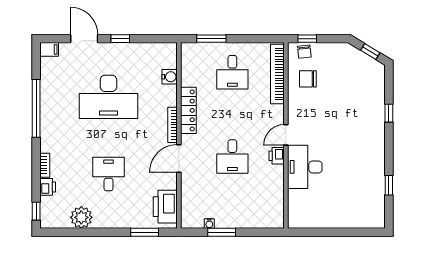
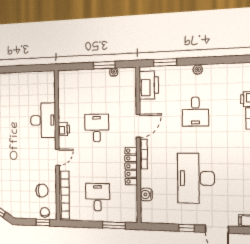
desk: (108, 97) -> (196, 178), turned -90
door: (286, 135) -> (57, 157), moved
plant: (81, 217) -> (198, 69), moved, width x0.53, depth x0.53

